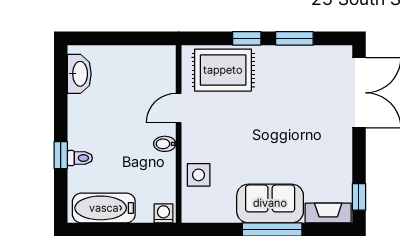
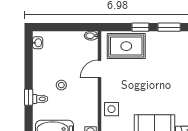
washbasin: (79, 74) -> (38, 43), width x0.52, depth x0.69
stool: (115, 135) -> (61, 85), added
bidet: (165, 144) -> (91, 36), moved

